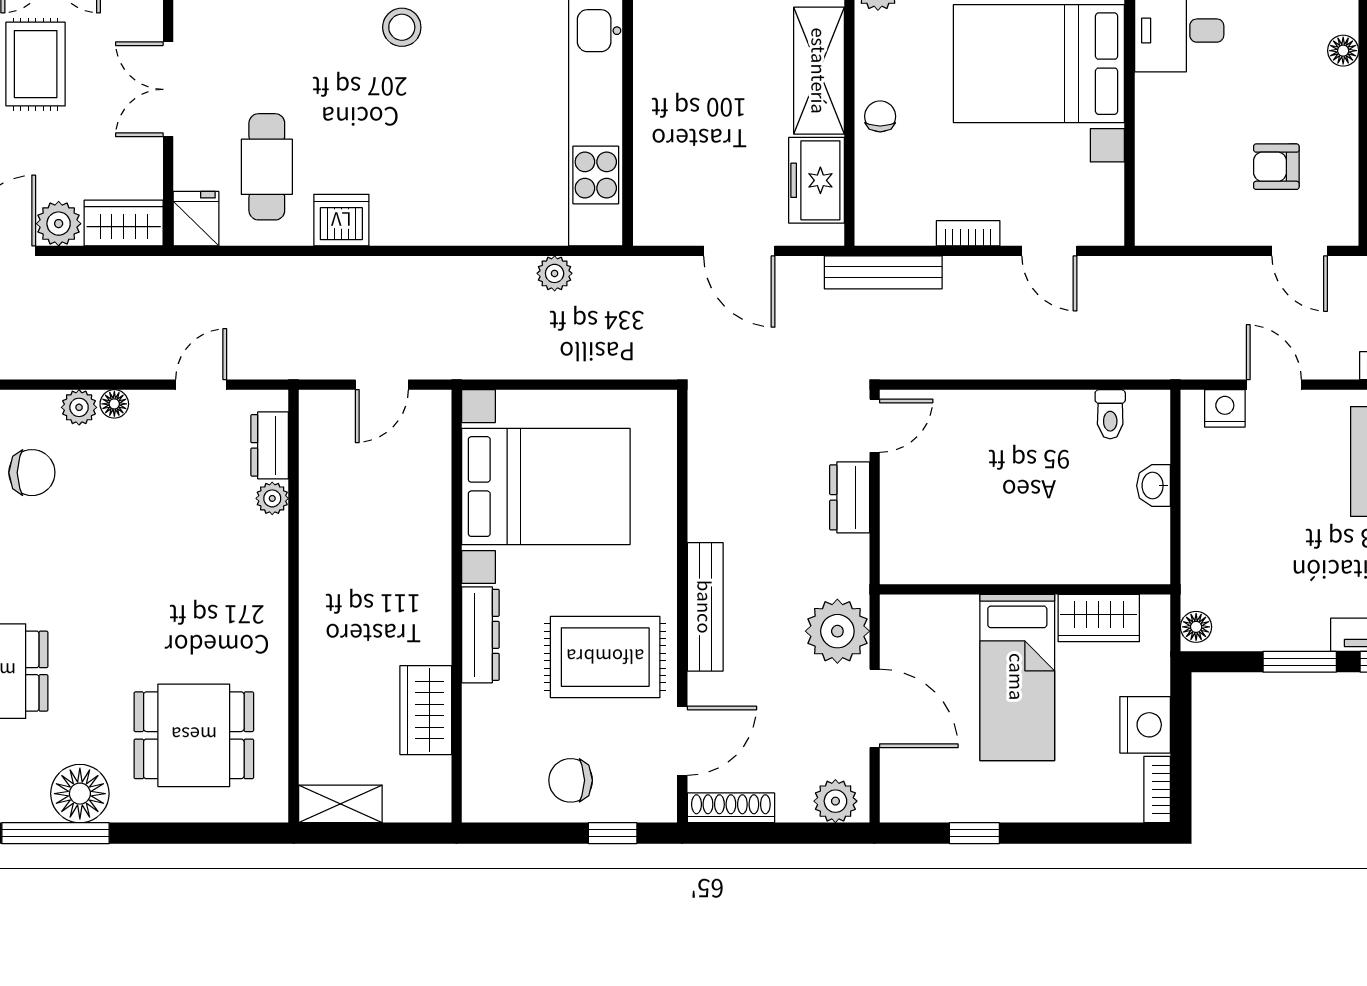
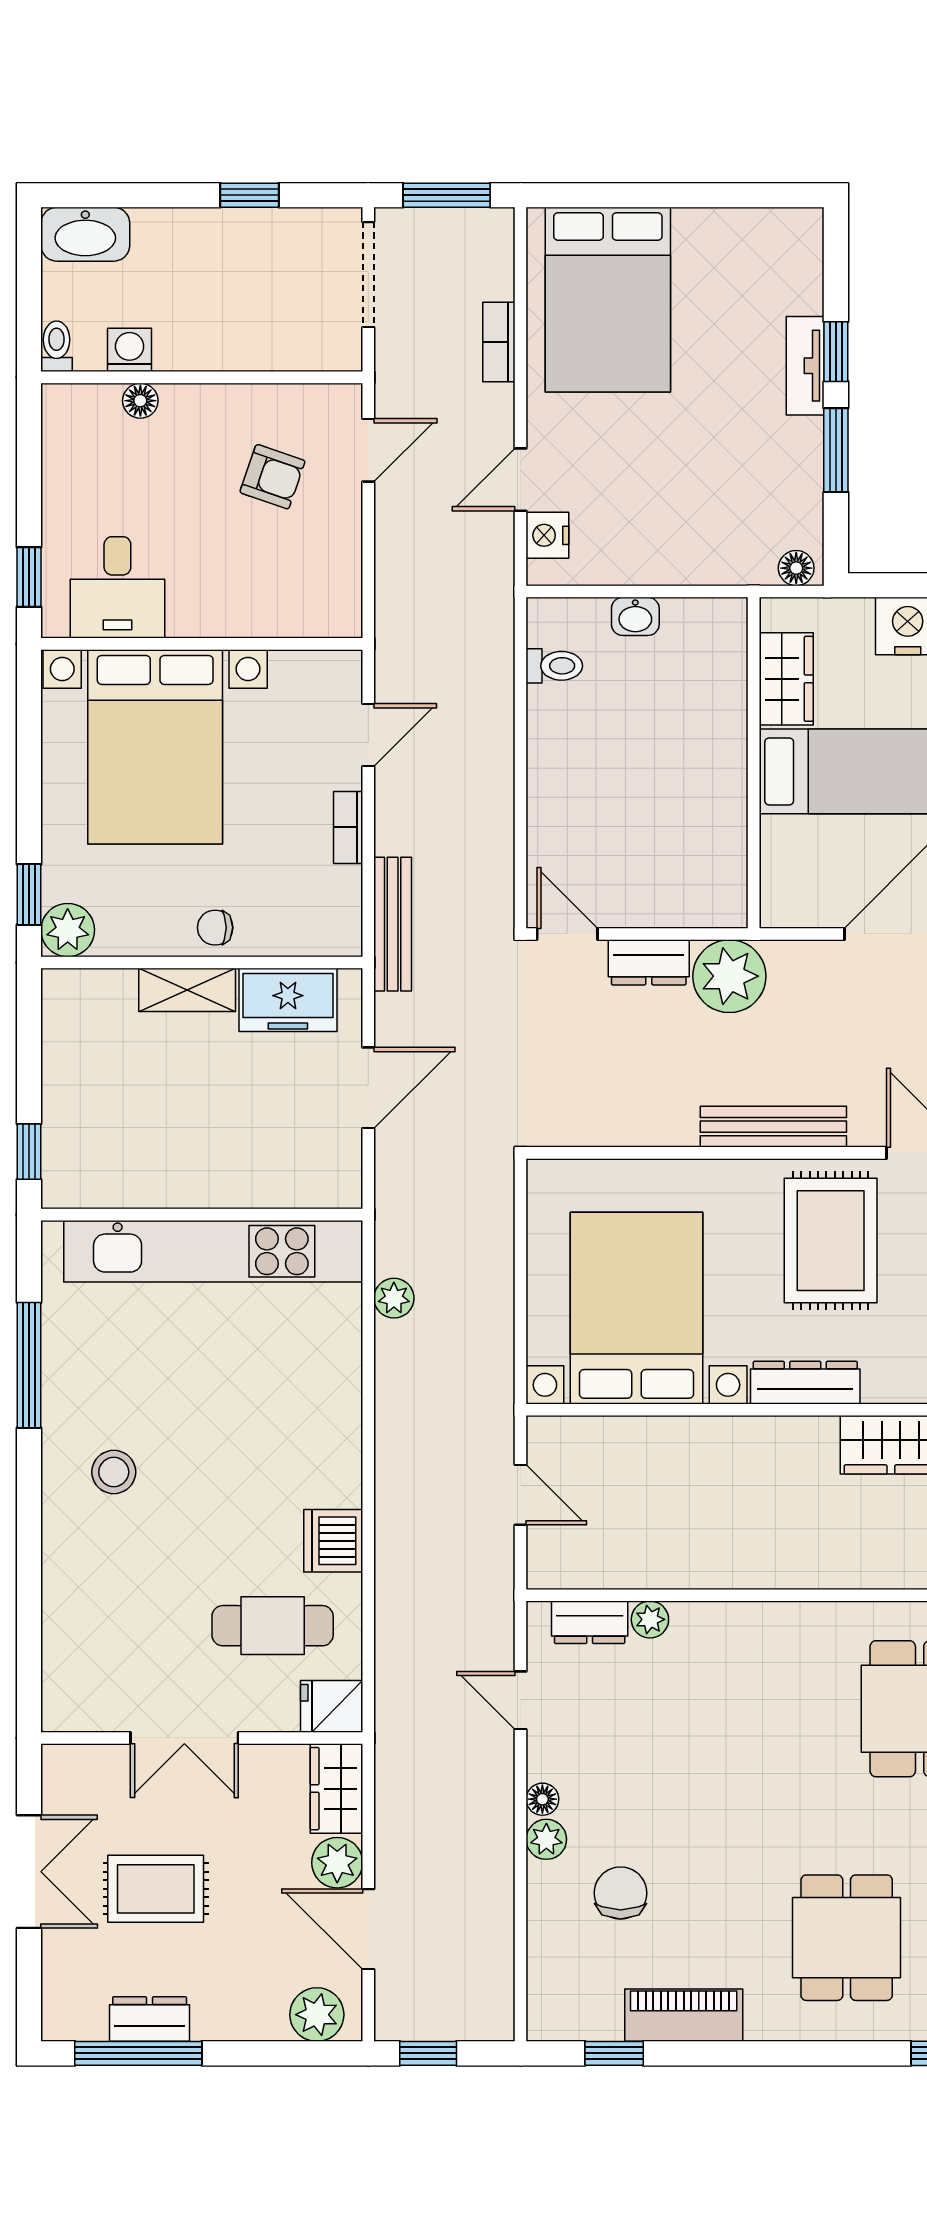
shelving: (819, 71) -> (187, 990), width x0.67, depth x0.75
armchair: (1276, 167) -> (272, 477), turned -71
plant: (837, 631) -> (729, 976), moved

